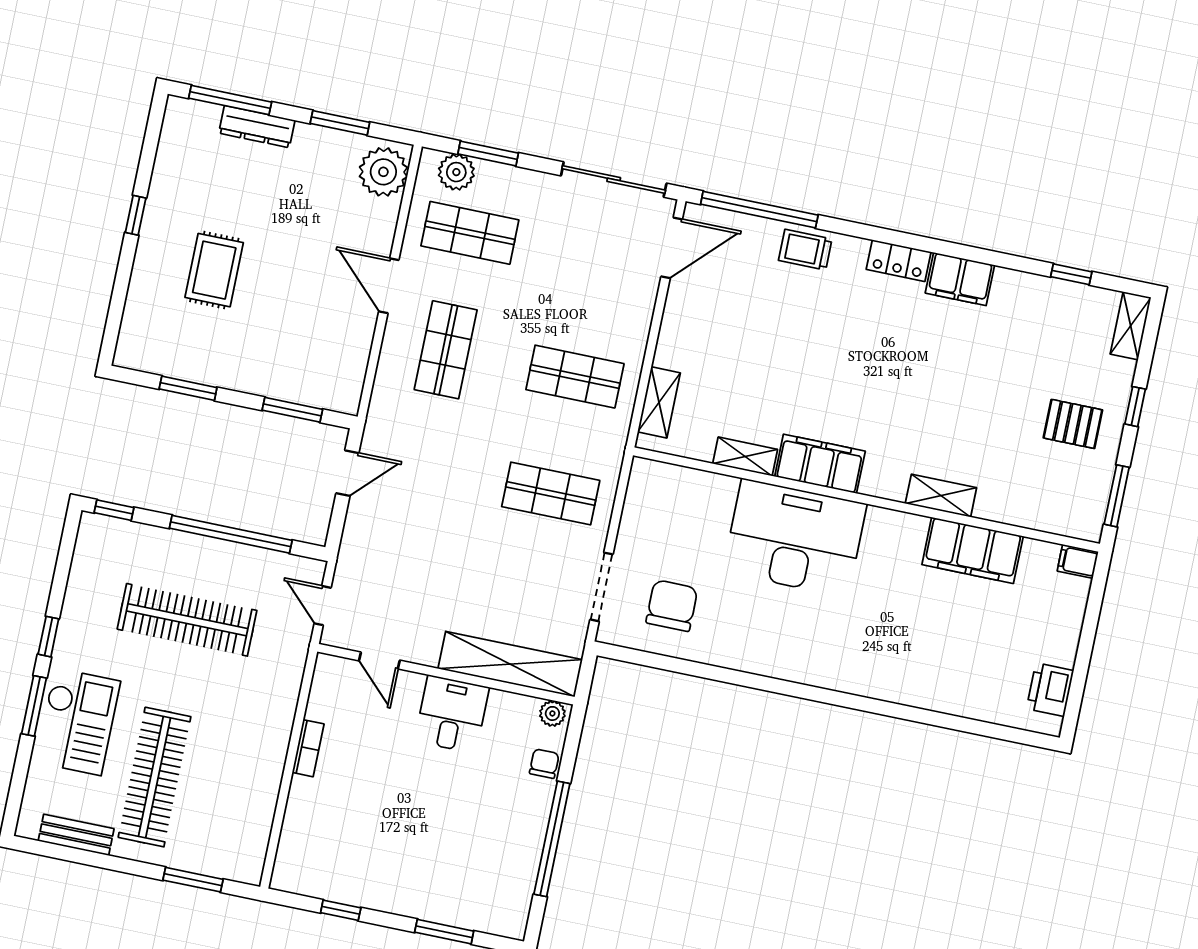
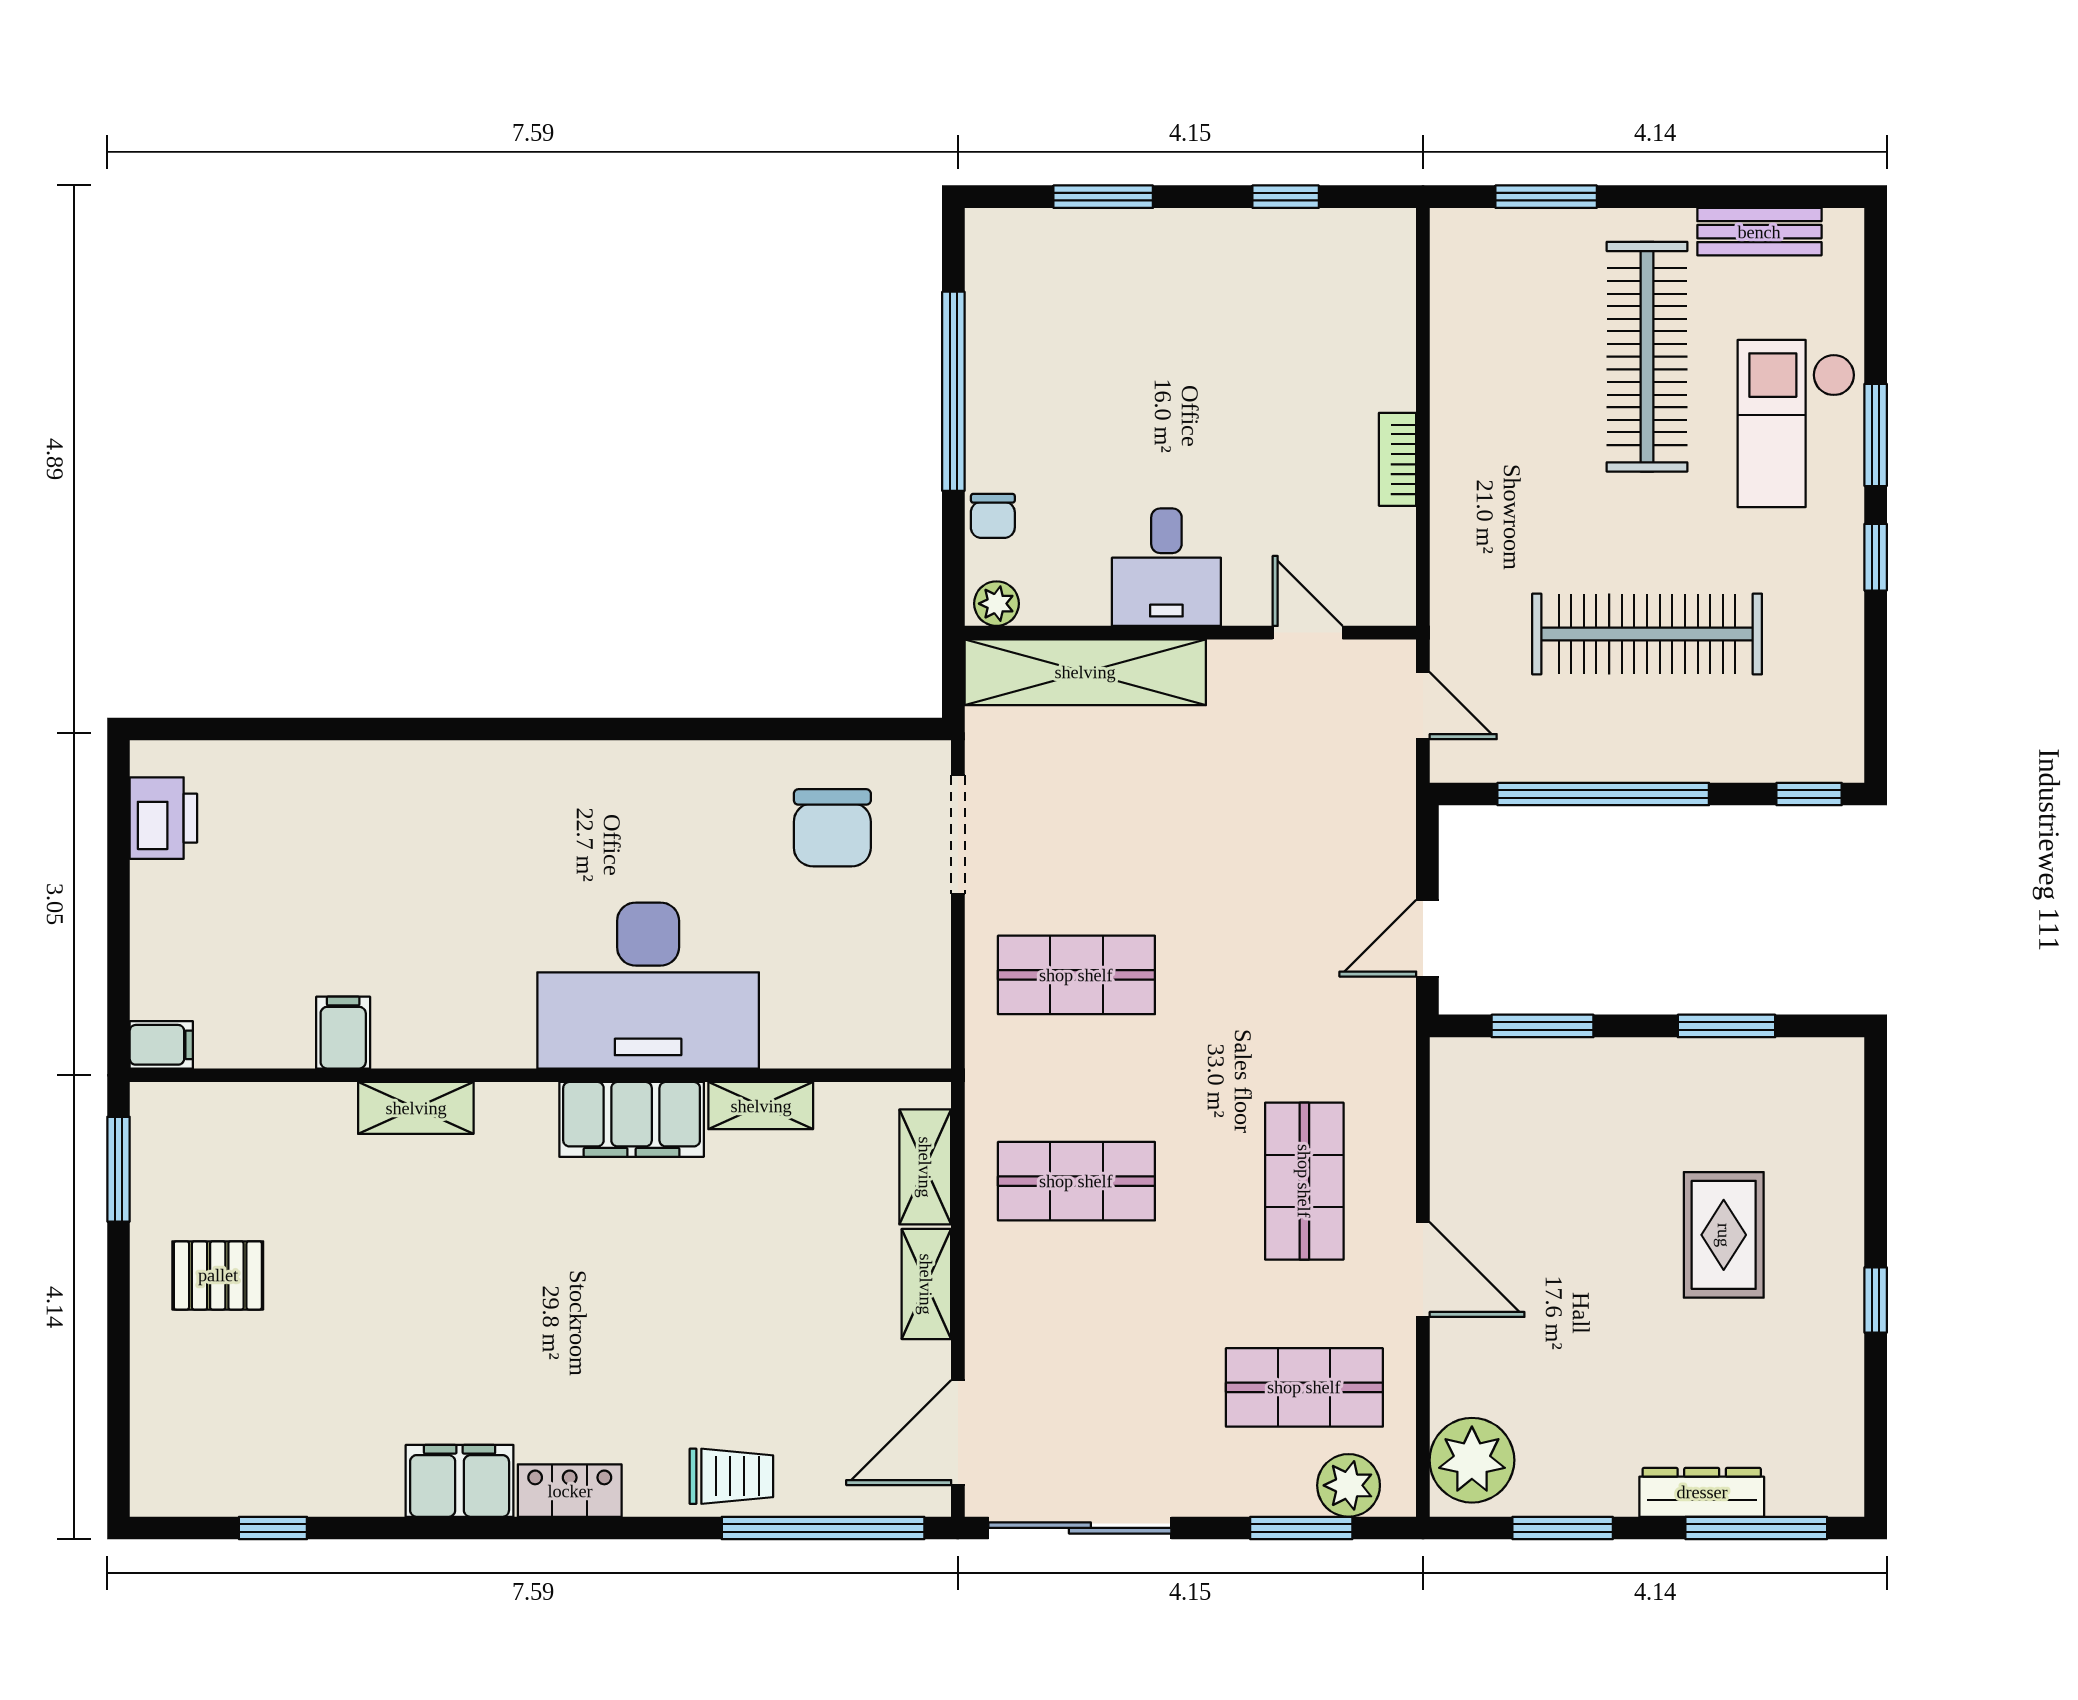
shelving: (1131, 326) -> (926, 1284), moved
window: (1135, 407) -> (119, 1327), removed
filing cabinet: (973, 550) -> (343, 1033), width x0.33, depth x0.86

